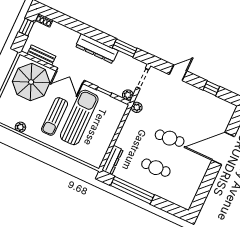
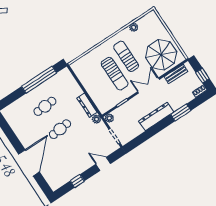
window: (125, 48) -> (181, 112), moved
door: (178, 73) -> (103, 164), swing flipped
sun lounger: (79, 117) -> (115, 74), width x0.73, depth x0.75
dresser: (112, 160) -> (87, 105), moved

